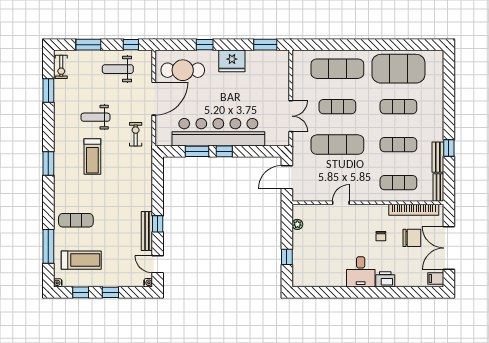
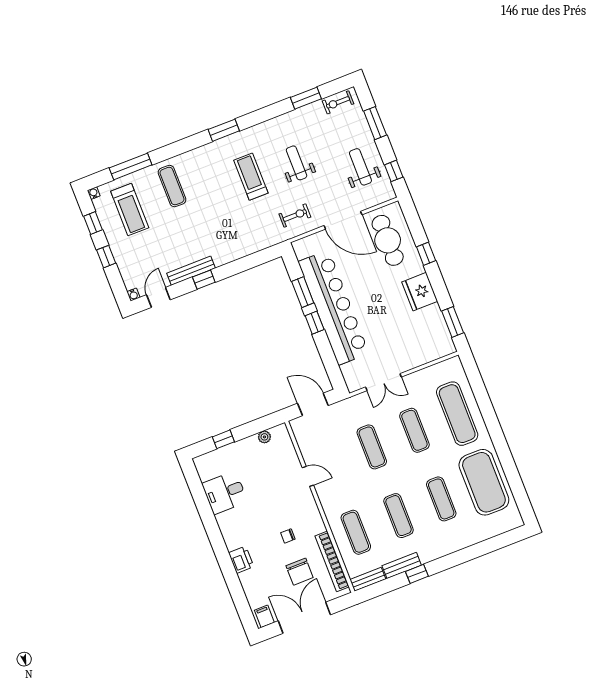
exercise mat: (337, 145) -> (372, 447), width x0.73, depth x0.69
treadmill: (92, 157) -> (251, 177), turned 90
desk: (361, 272) -> (225, 493), moved

